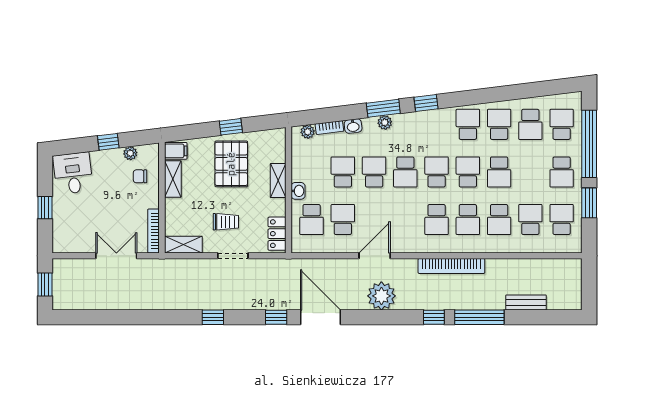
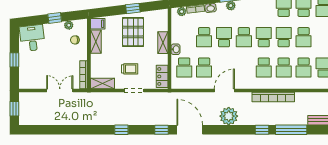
school desk: (343, 172) -> (204, 37), turned 180
school desk: (343, 220) -> (204, 67), turned 180

